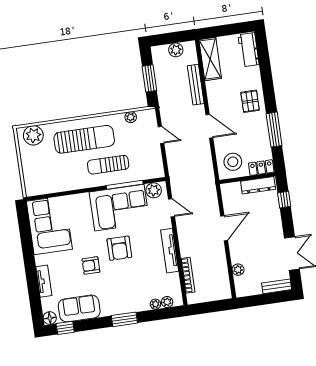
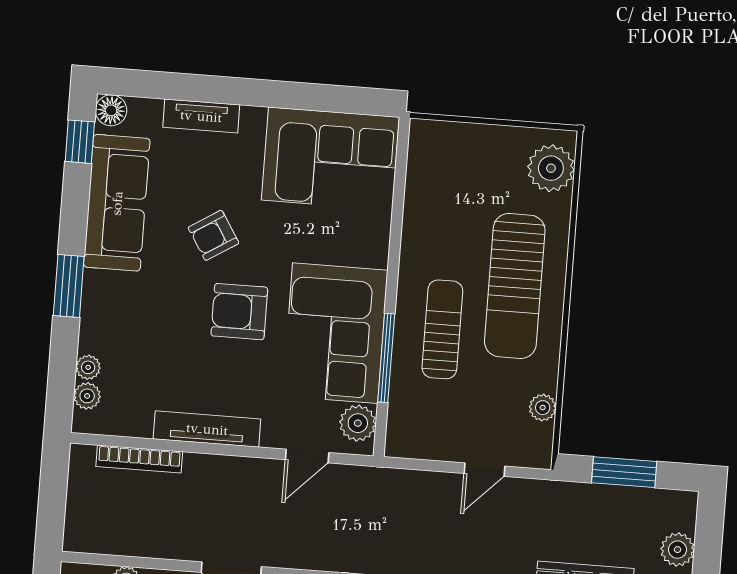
armchair: (91, 265) -> (213, 235), turned -122
sofa: (79, 308) -> (117, 203), width x1.36

